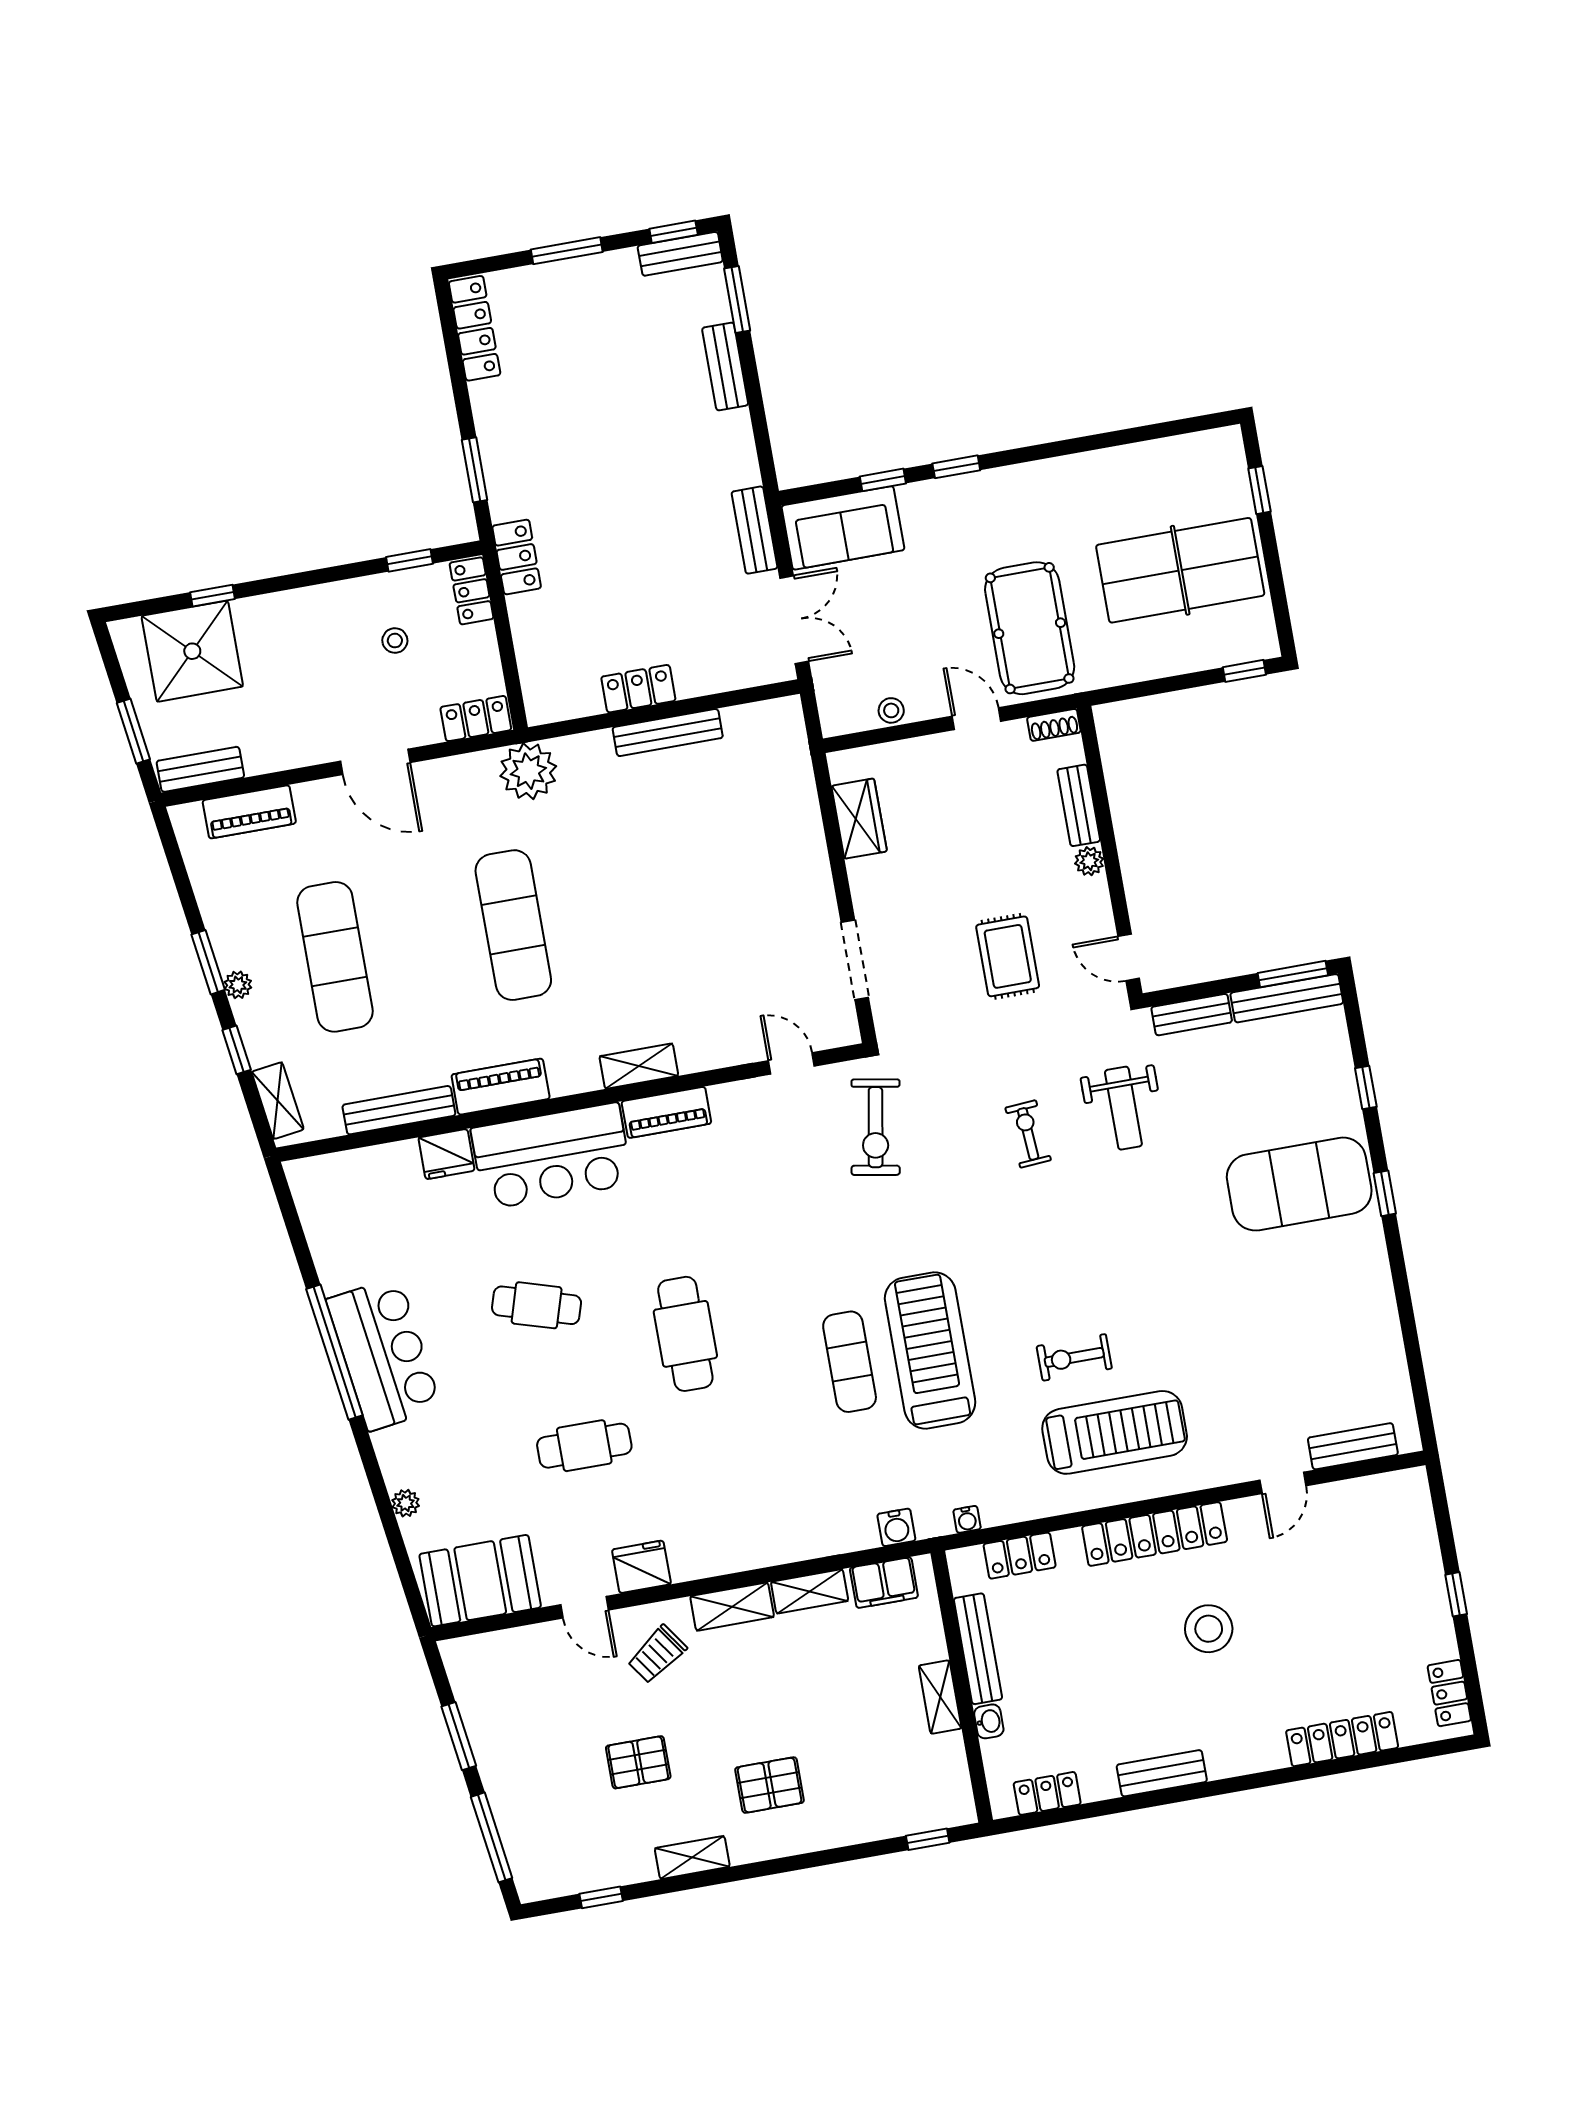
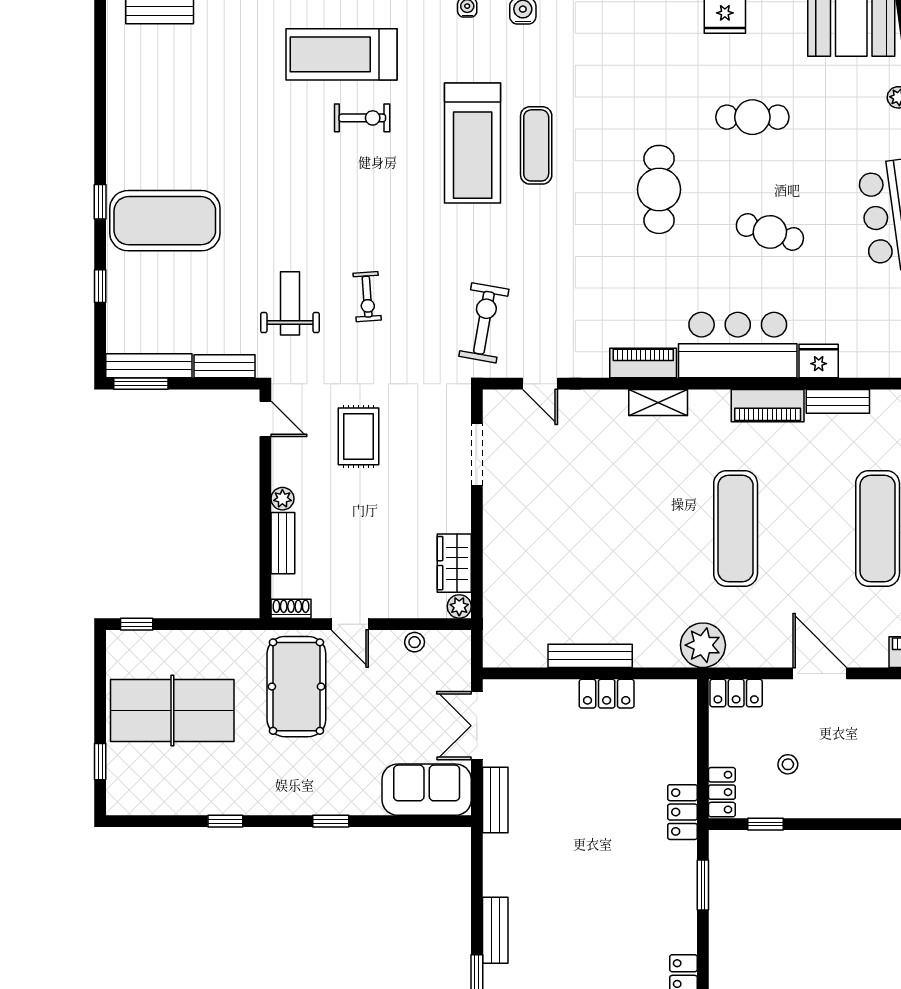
window: (883, 480) -> (225, 821), moved
plant: (843, 765) -> (459, 606), added
bench: (399, 1110) -> (838, 401), width x0.73

